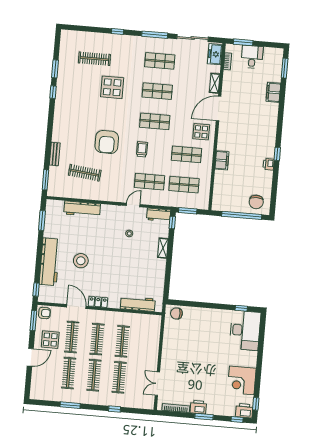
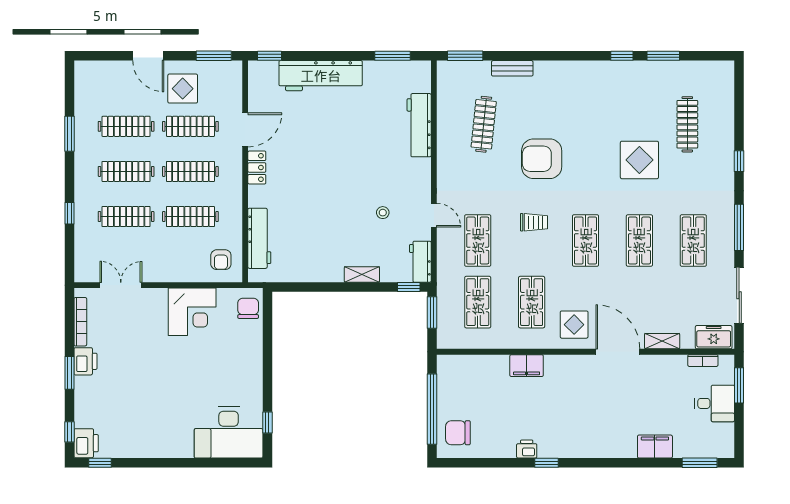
stool: (81, 261) -> (327, 131), removed
armchair: (44, 313) -> (221, 260), moved
corner desk: (242, 380) -> (192, 312), moved, turned 180

